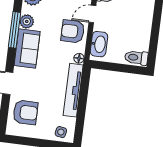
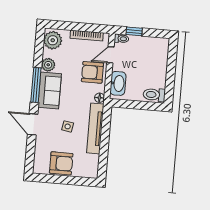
window: (15, 30) -> (36, 85), moved
armchair: (25, 112) -> (61, 163), moved
side table: (61, 132) -> (68, 126), moved

